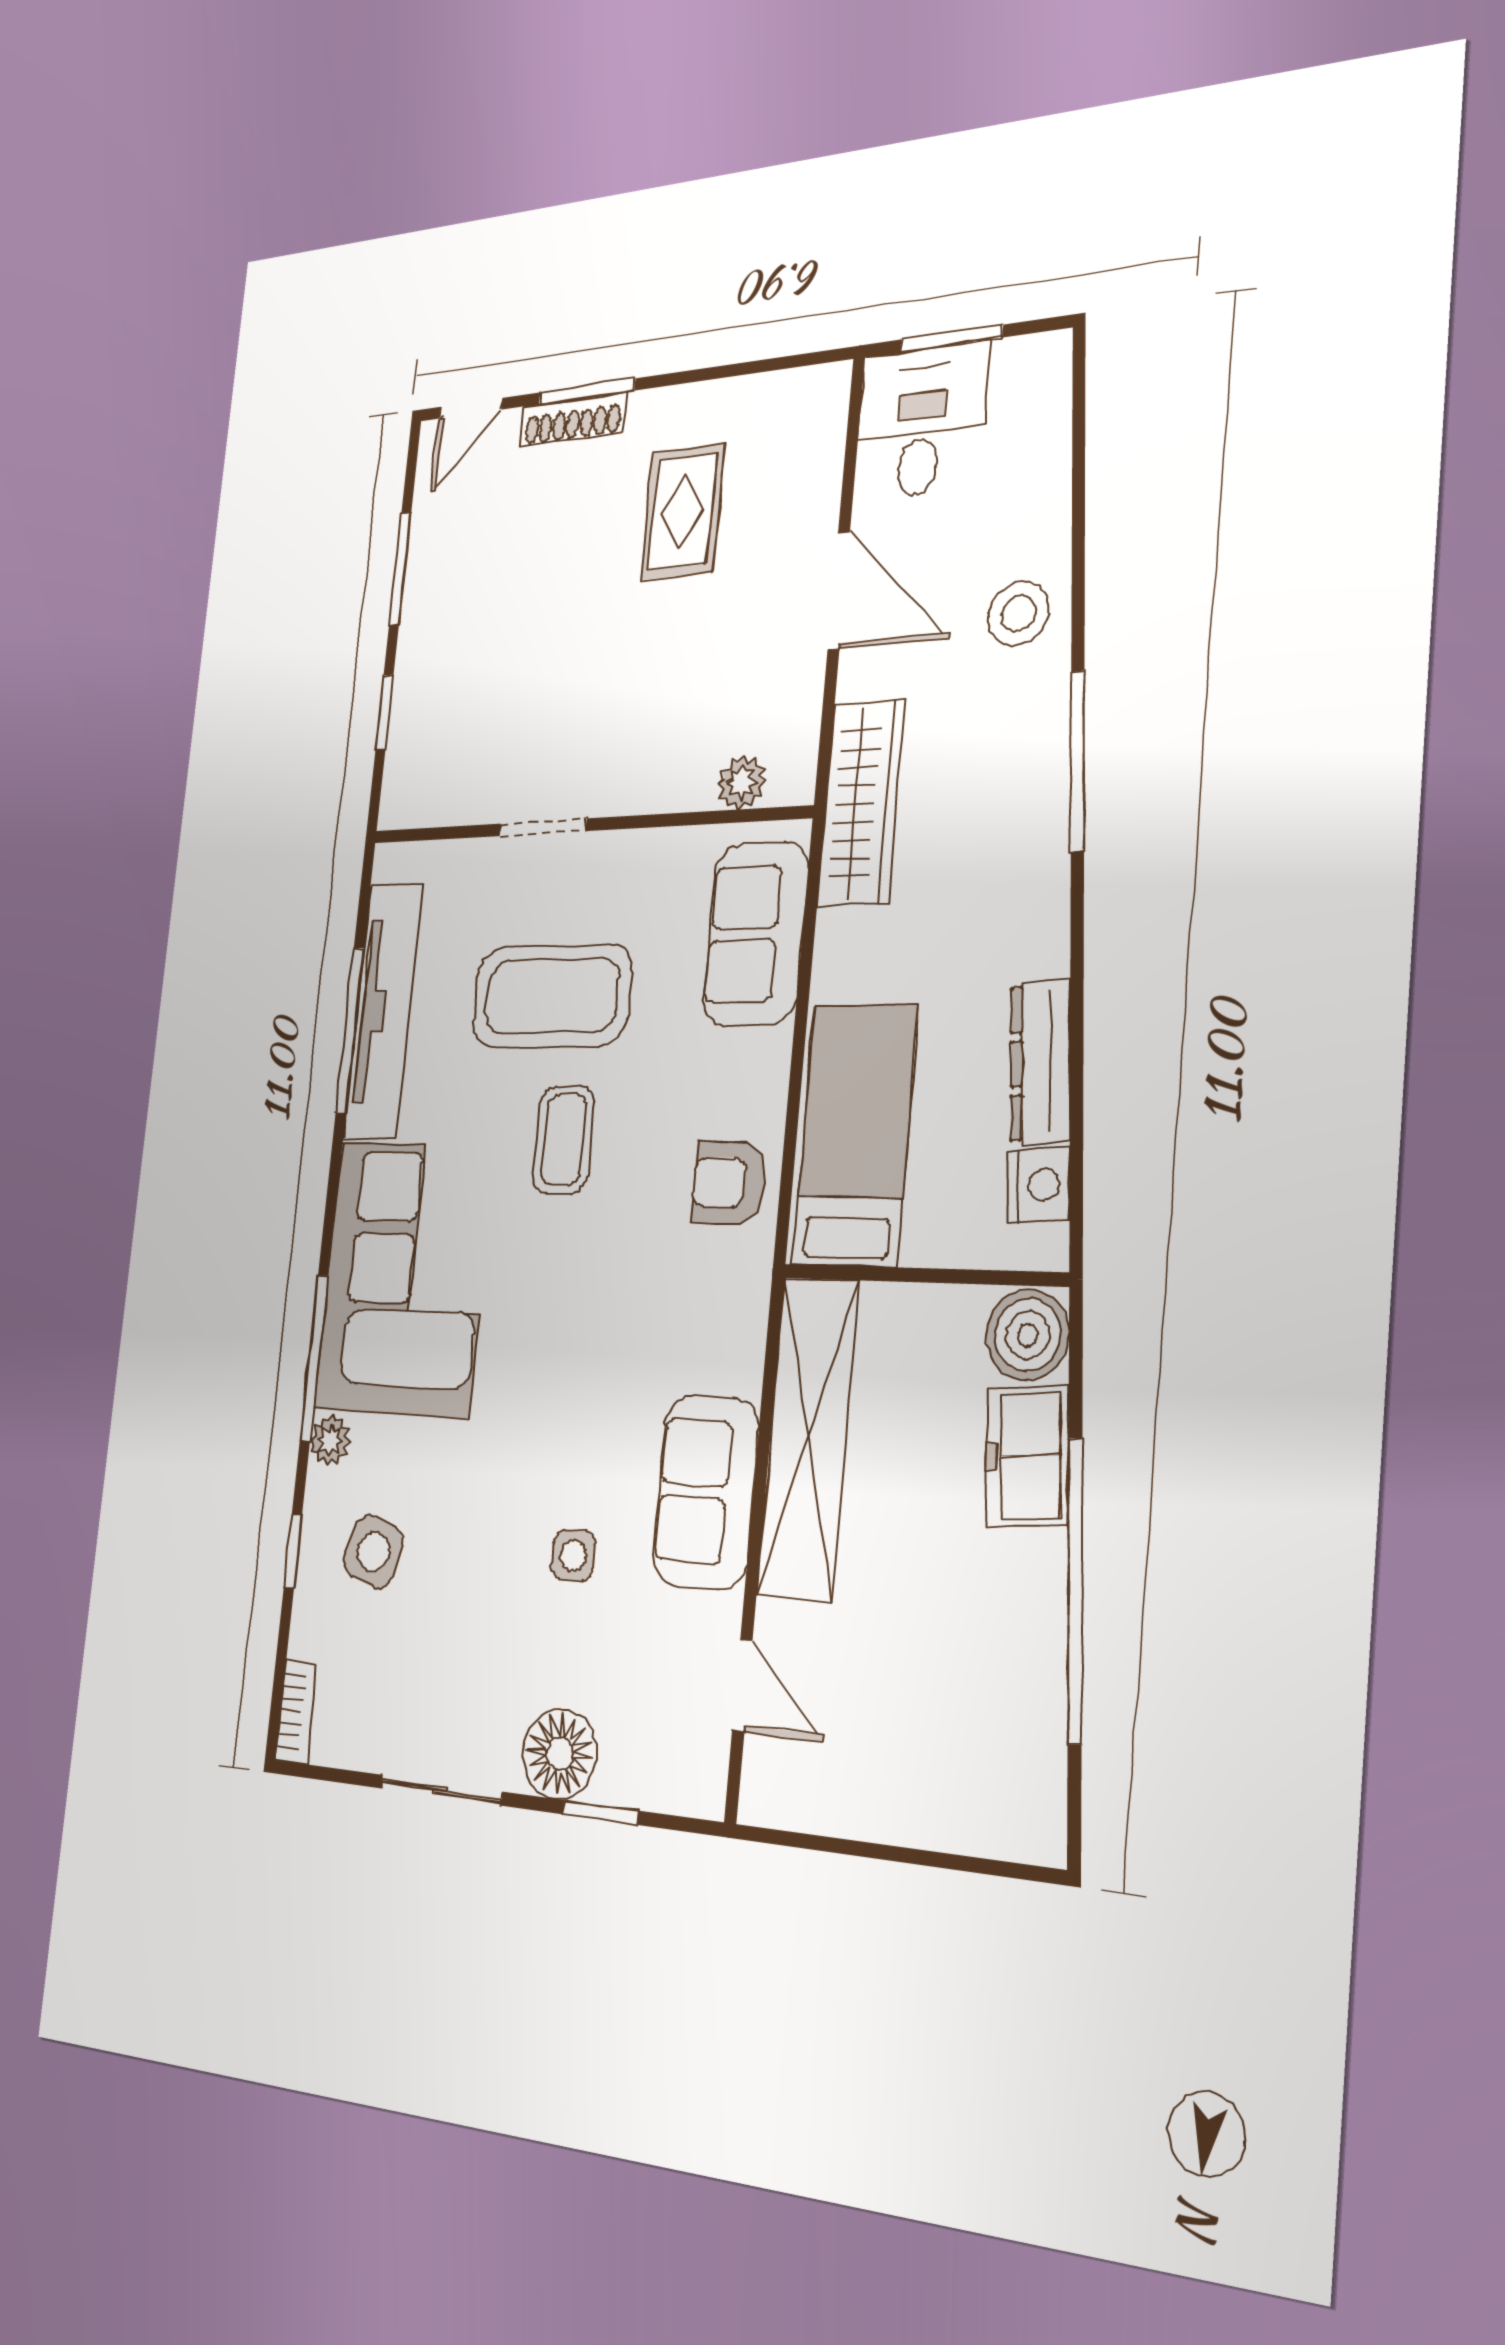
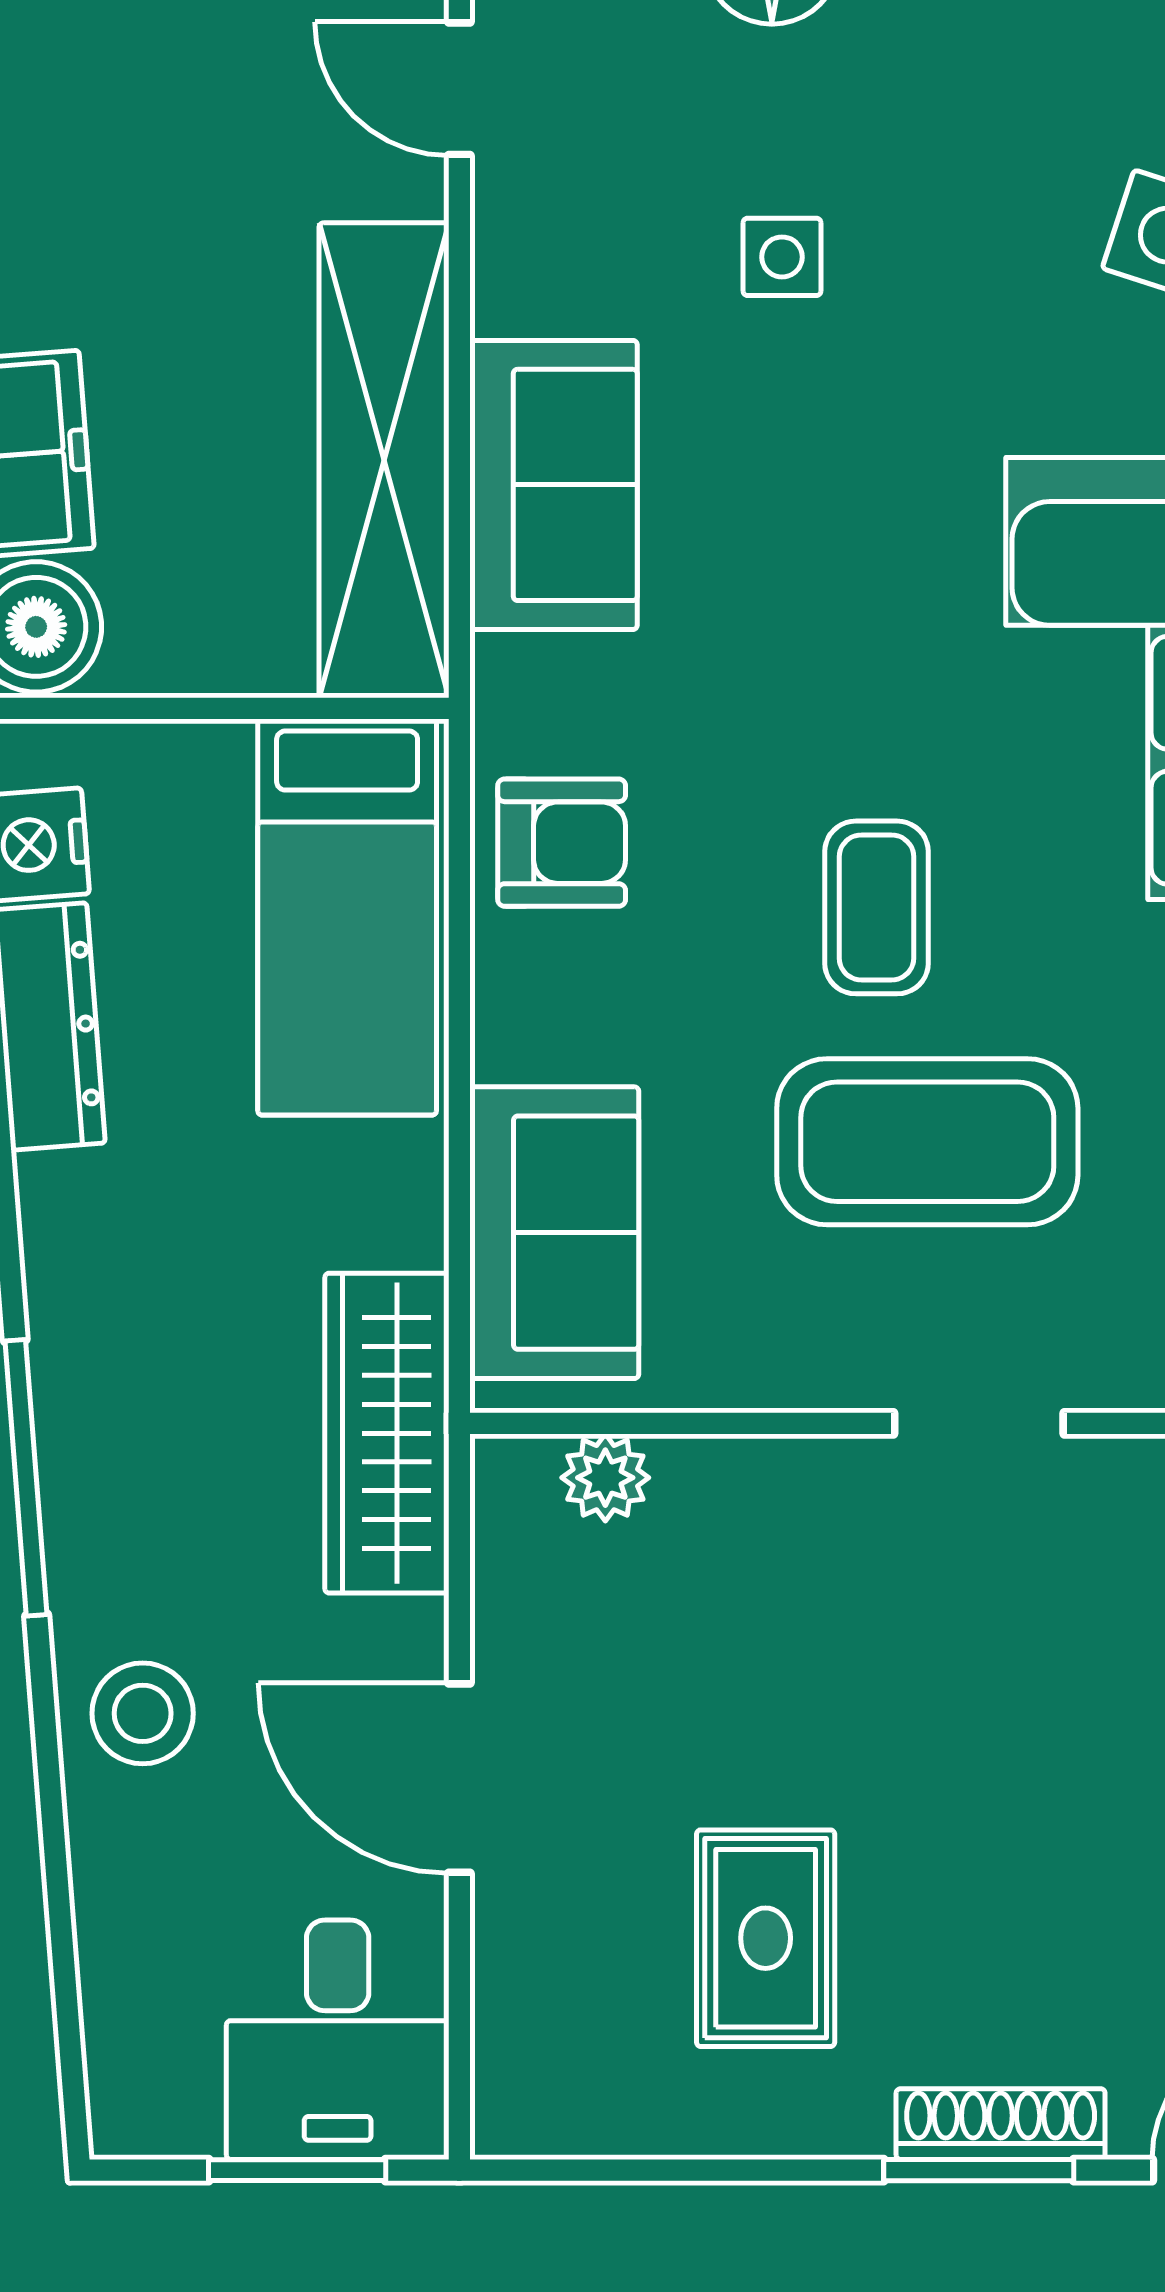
sofa: (706, 1492) -> (553, 485), moved

